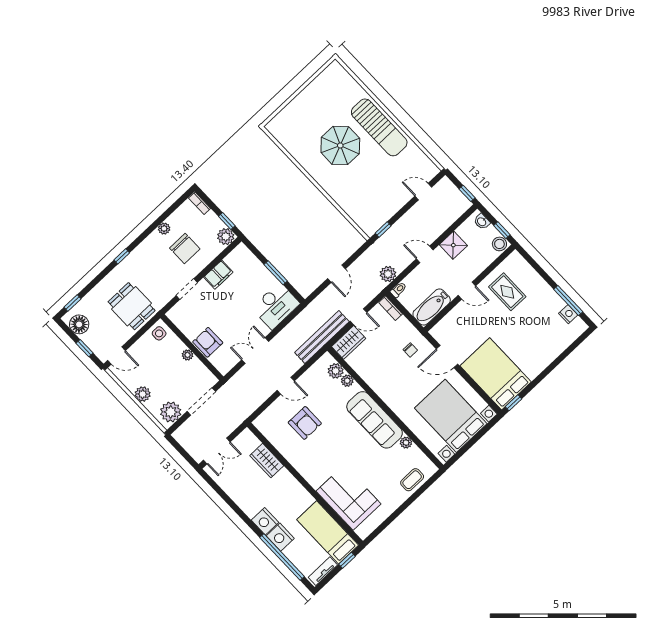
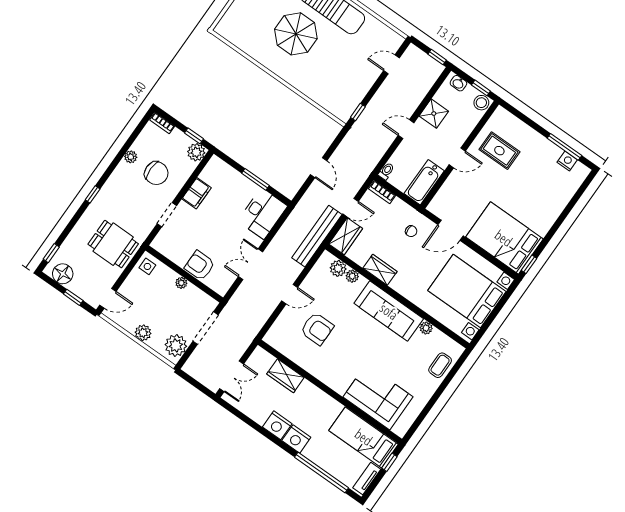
plant: (388, 274) -> (372, 157), removed
wardrobe: (374, 380) -> (380, 270), added
nightstand: (280, 537) -> (277, 425), moved

